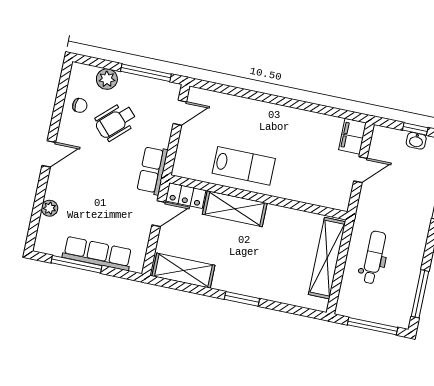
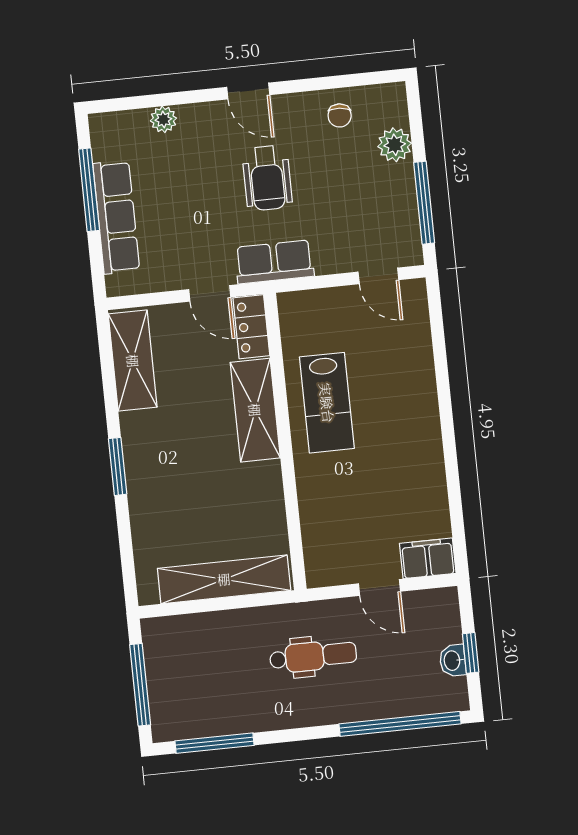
wheelchair: (116, 122) -> (267, 178), moved, turned -137
dental chair: (374, 257) -> (313, 656), moved

